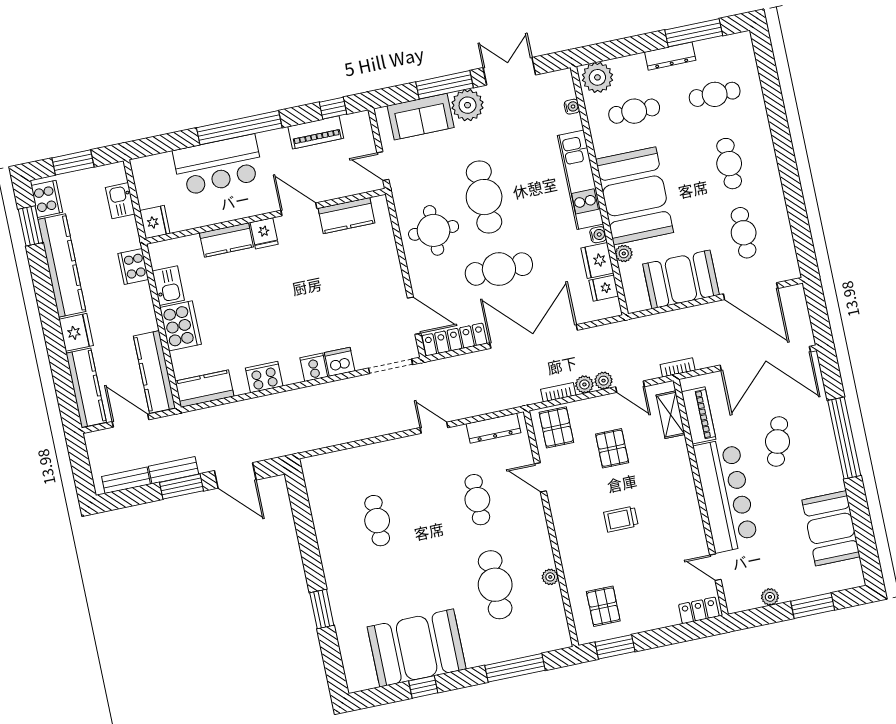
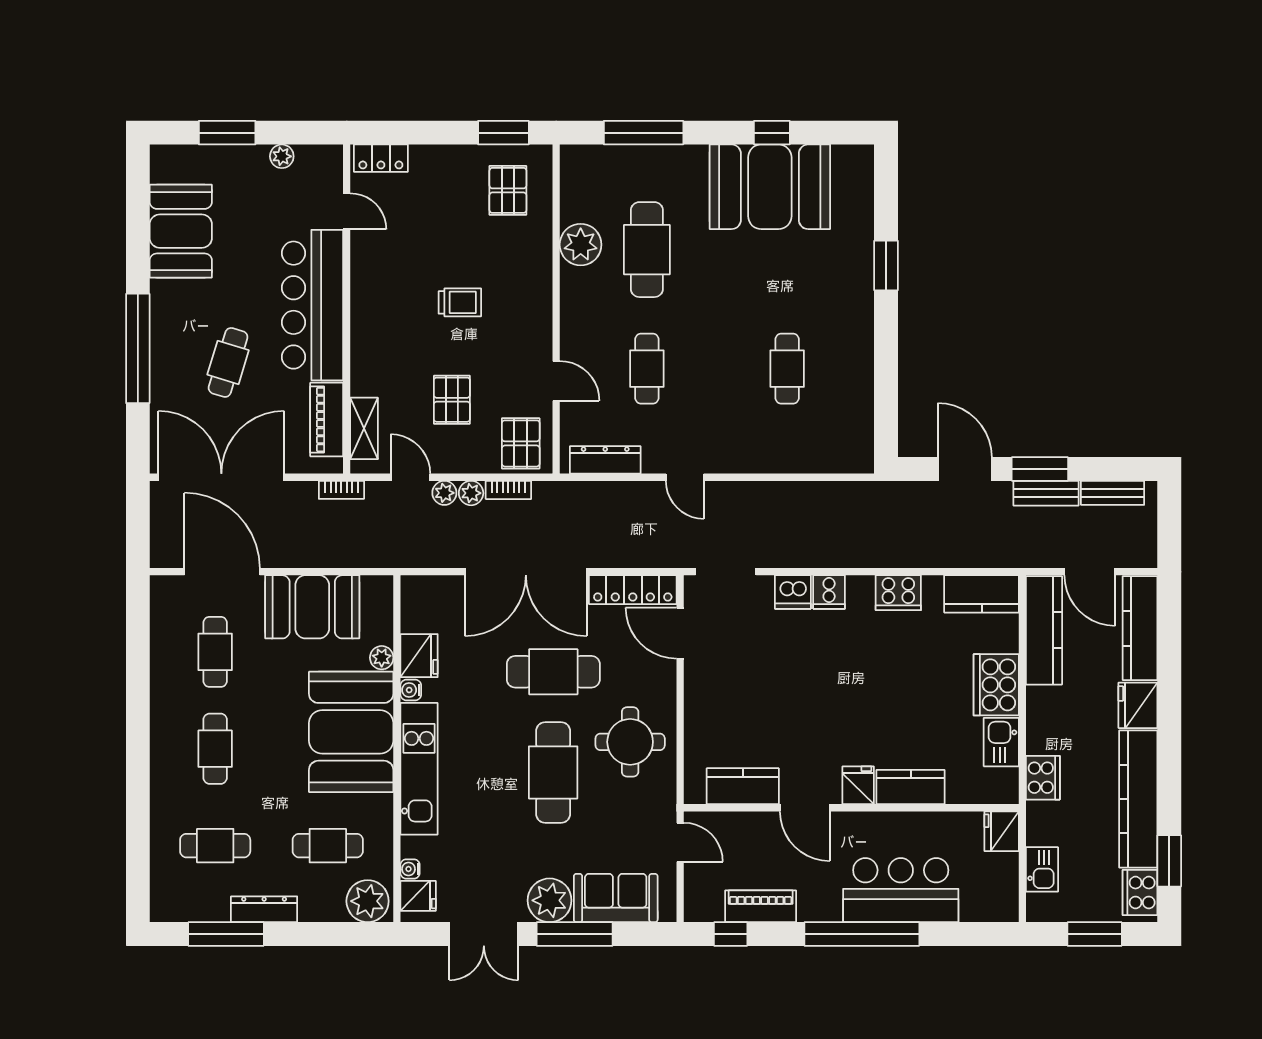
fridge: (604, 288) -> (418, 896), moved
plant: (550, 577) -> (581, 245), width x1.88, depth x1.88

